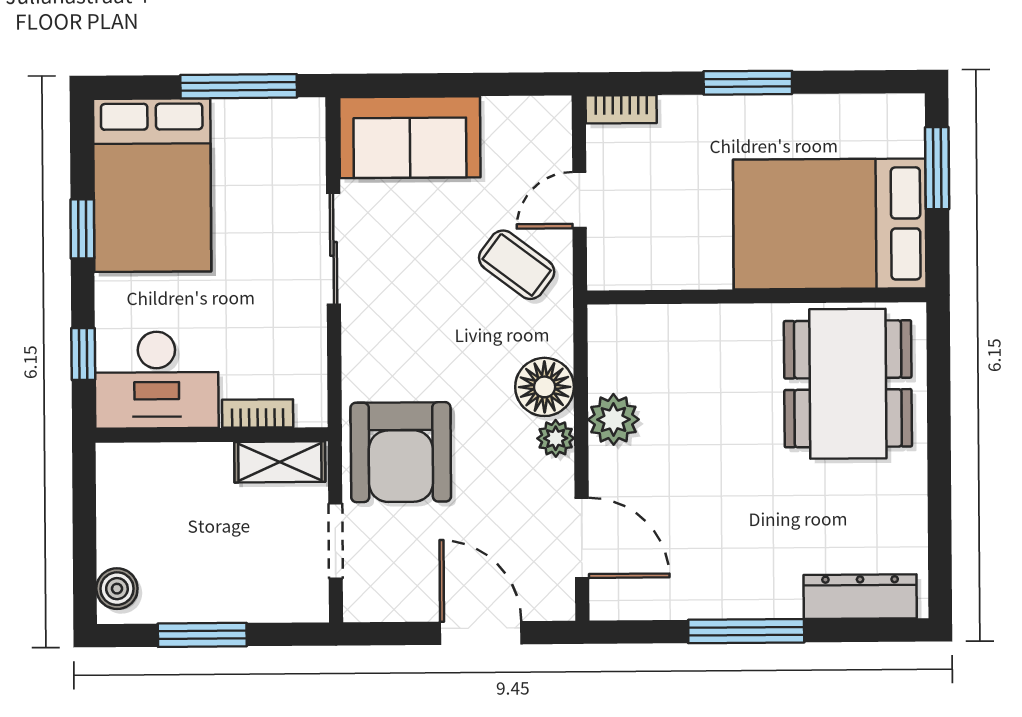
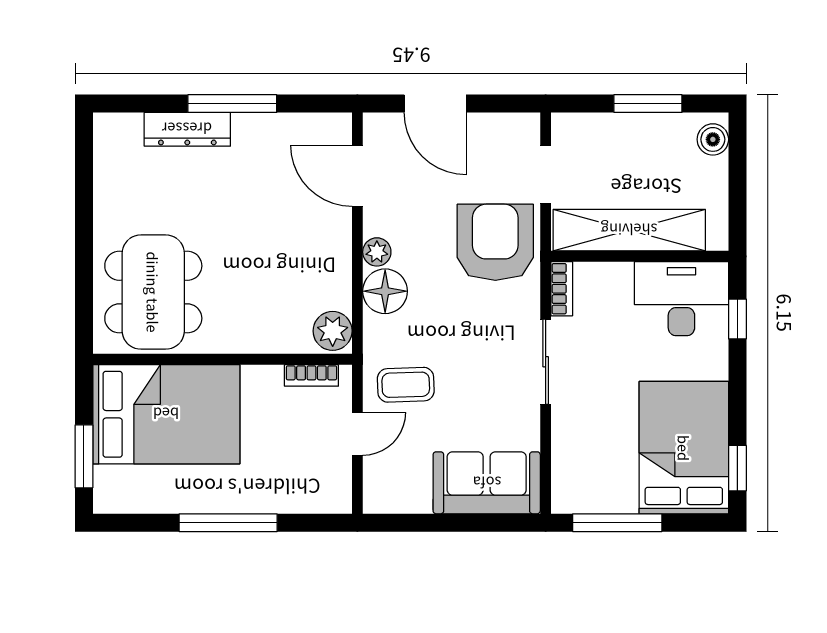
window: (748, 83) -> (228, 523), width x1.44
bookcase: (621, 109) -> (311, 375), moved, turned 180
window: (82, 229) -> (737, 468), moved
sliding door: (333, 249) -> (546, 362), moved
coffee table: (517, 265) -> (406, 385), turned -39
bookcase: (258, 414) -> (562, 289), moved, turned -90
plant: (613, 419) -> (333, 331), moved
shelving: (280, 462) -> (629, 230), width x2.20, depth x1.33
dresser: (860, 597) -> (187, 129), moved

